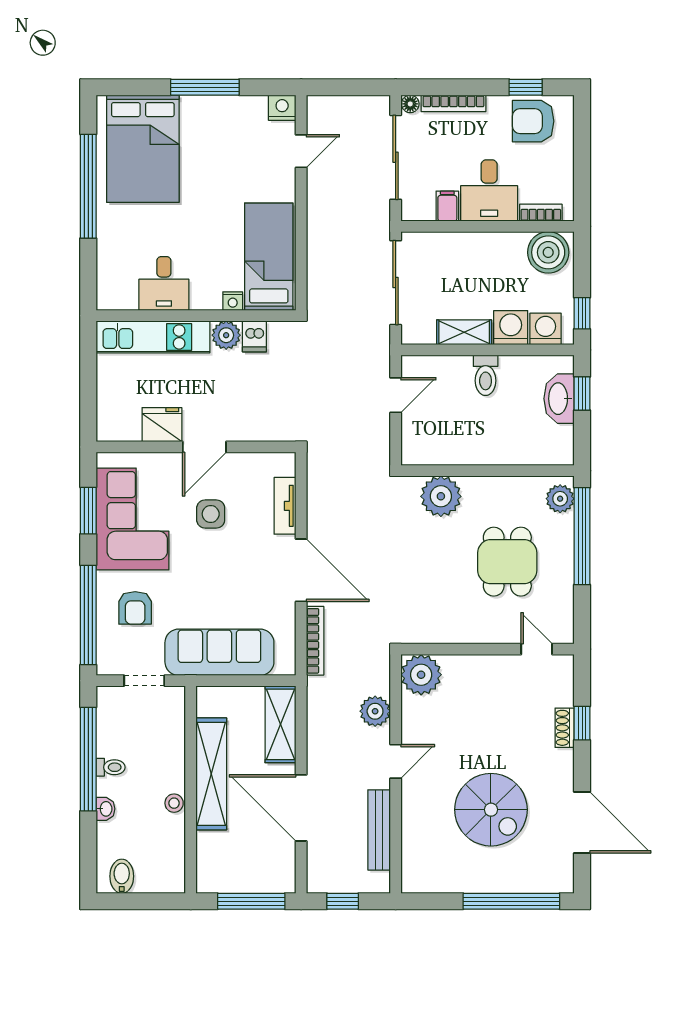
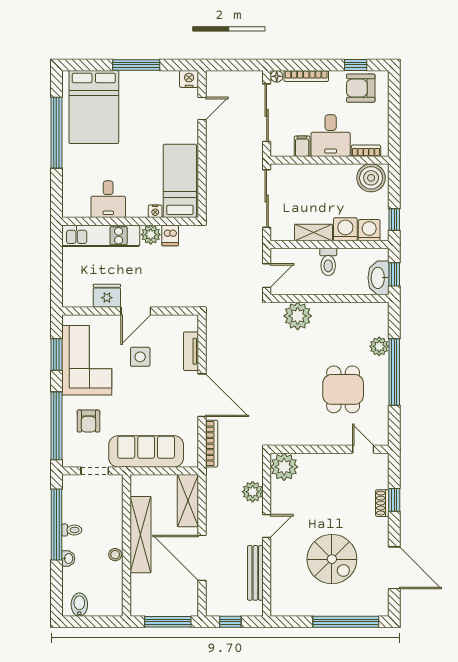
wall: (487, 471) -> (330, 298), moved
plant: (441, 496) -> (298, 316), moved

